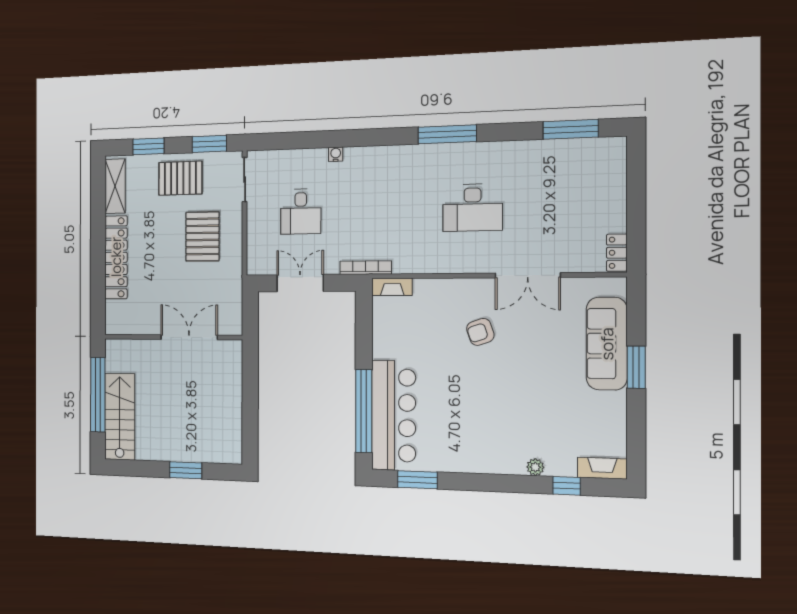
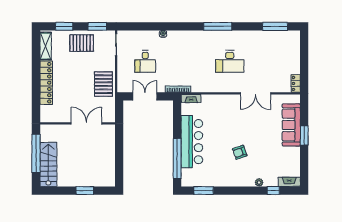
pallet: (202, 236) -> (103, 84), moved
armchair: (480, 332) -> (240, 152), moved
bar counter: (394, 415) -> (192, 142), moved

